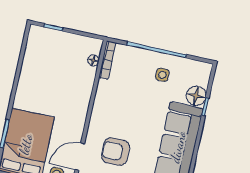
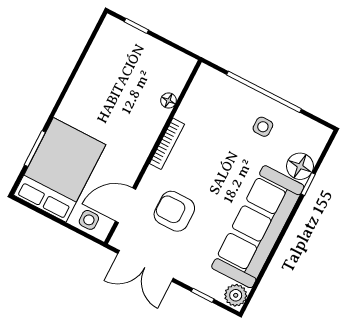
floor lamp: (93, 60) -> (169, 101), moved
bookcase: (107, 60) -> (167, 144), moved

